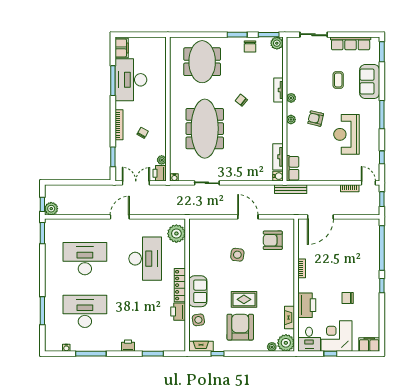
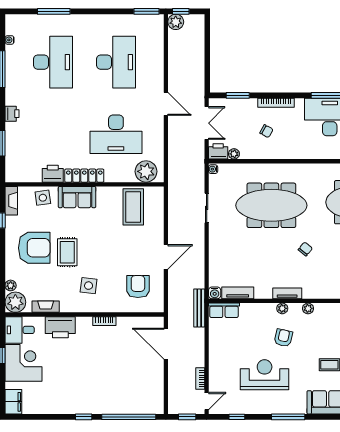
tv unit: (278, 90) -> (287, 293), moved
coffee table: (206, 244) -> (133, 207), added
side table: (237, 255) -> (89, 286), moved
chair: (348, 298) -> (69, 376), removed

